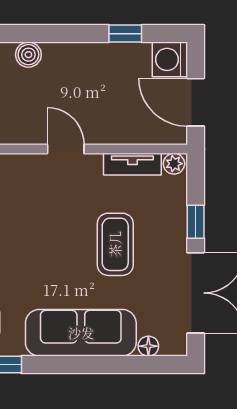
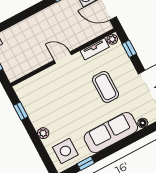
boiler: (28, 55) -> (25, 26), removed
window: (196, 222) -> (129, 49), moved

